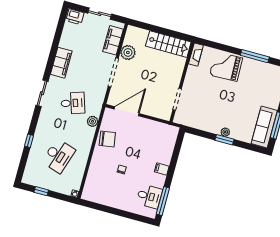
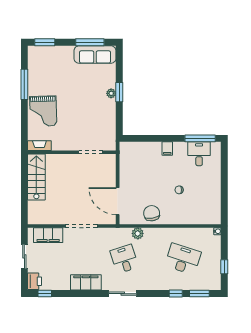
window: (61, 23) -> (45, 294), added
plant: (128, 53) -> (57, 216), removed
window: (23, 162) -> (199, 294), added

